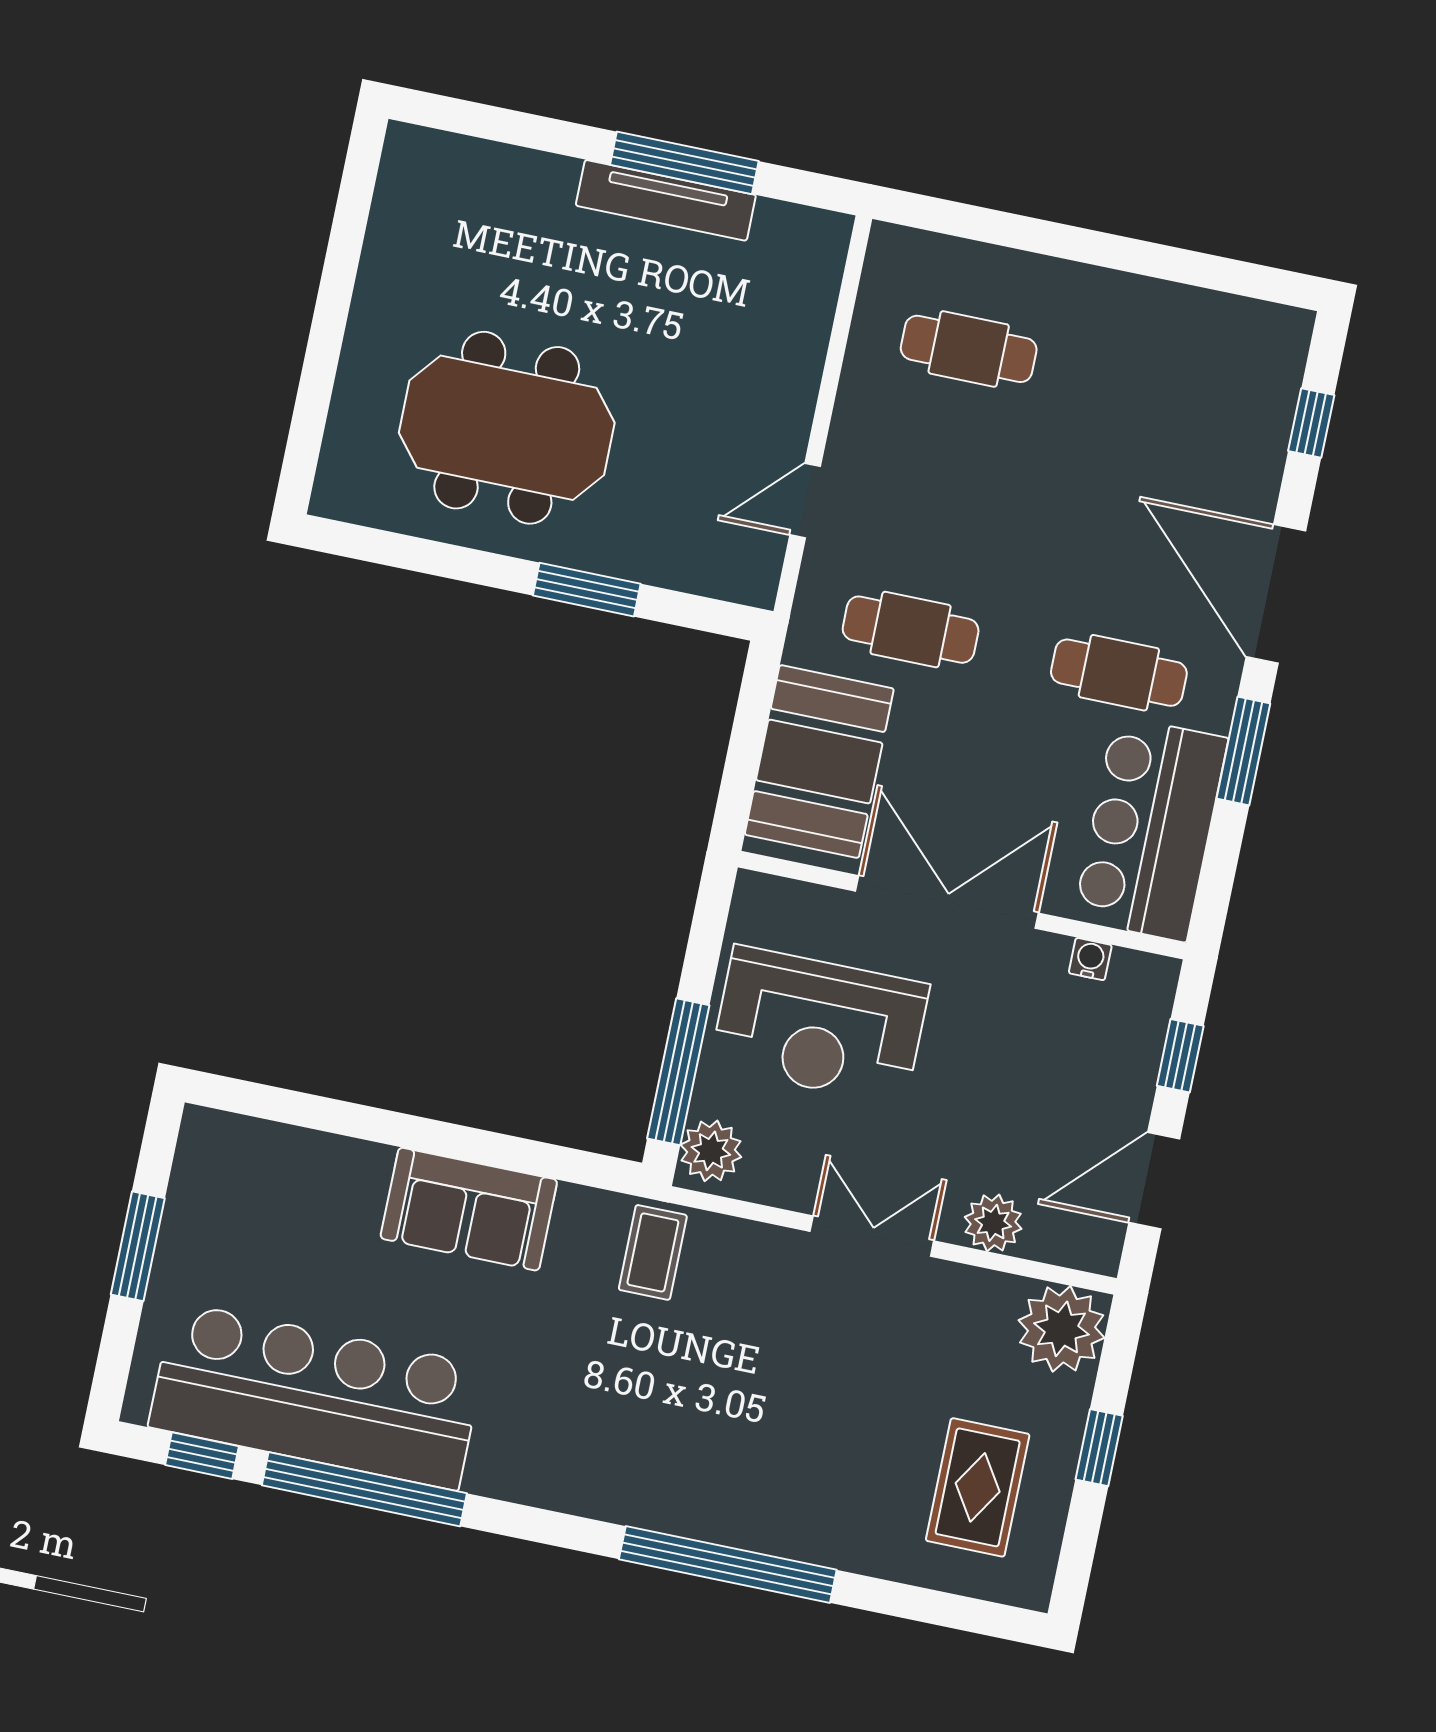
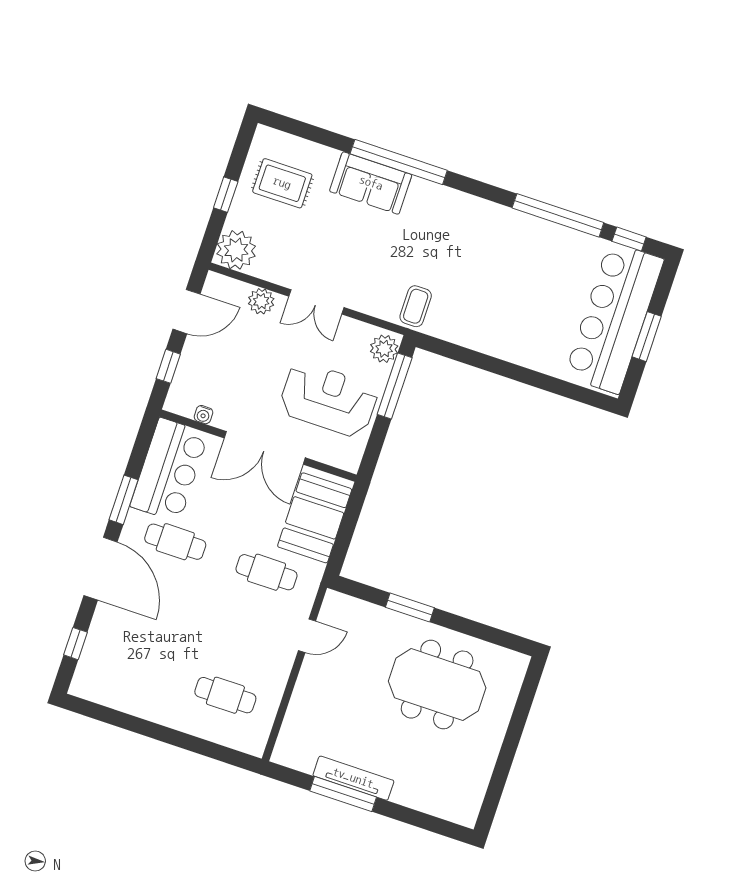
sofa: (469, 1209) -> (371, 183), moved, turned 180
bar counter: (316, 1396) -> (614, 318), moved, turned 90
rug: (978, 1487) -> (282, 183), turned 90

